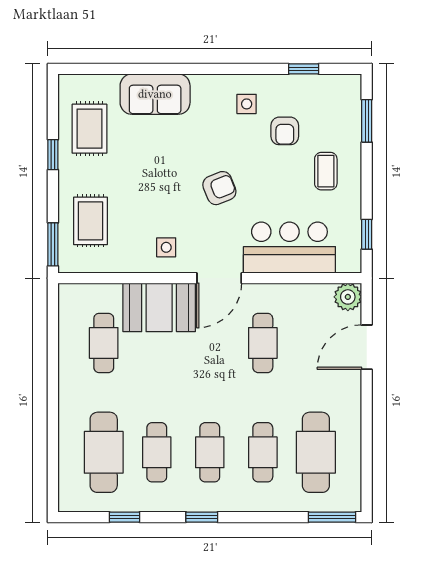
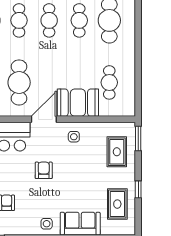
side table: (247, 104) -> (47, 224), moved
armchair: (219, 188) -> (44, 170), turned 112
cafe table: (263, 343) -> (19, 82), width x1.37, depth x1.35

